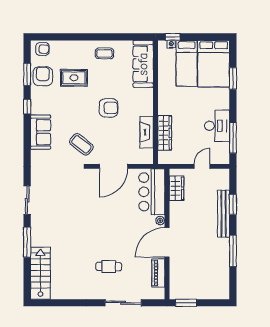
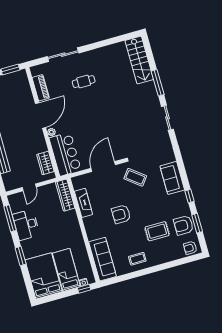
armchair: (43, 76) -> (184, 225), turned 90
window: (233, 78) -> (21, 256), moved
wardrobe: (165, 133) -> (65, 195), moved

